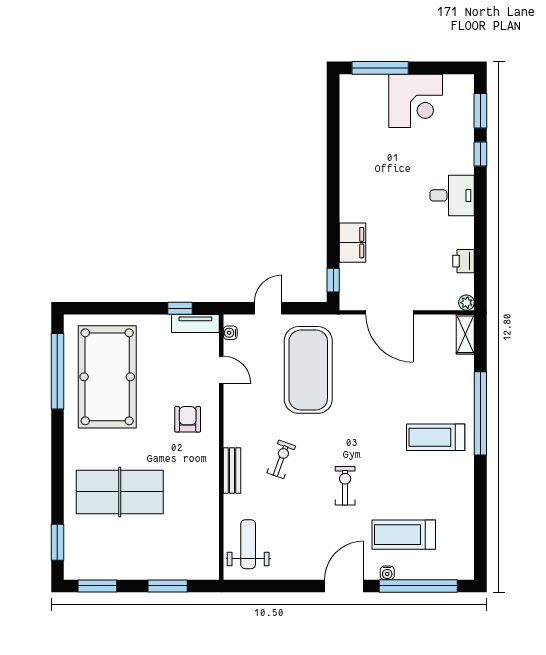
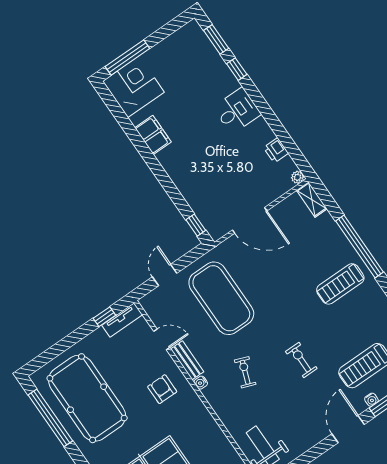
corner desk: (416, 101) -> (133, 87), moved, turned -90
filing cabinet: (353, 243) -> (153, 135), moved
water cooler: (230, 333) -> (201, 383), moved
bench: (232, 471) -> (187, 360), moved

